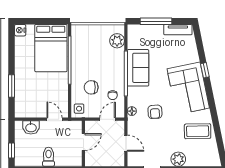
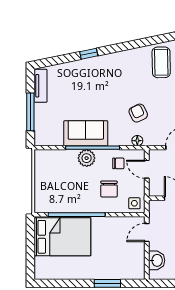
nightstand: (20, 30) -> (41, 273), removed
plant: (117, 41) -> (87, 158), moved
corner sofa: (188, 88) -> (110, 73), removed
armchair: (155, 112) -> (138, 113), turned -113

